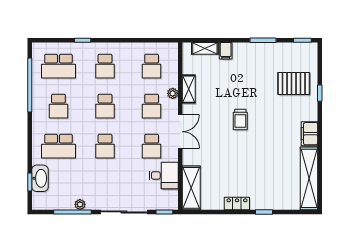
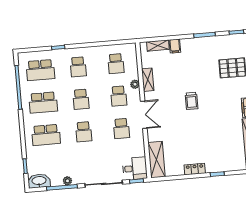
school desk: (58, 106) -> (43, 103), width x1.85
desk: (164, 175) -> (135, 168), moved
washbasin: (40, 178) -> (39, 181), moved, turned -90

